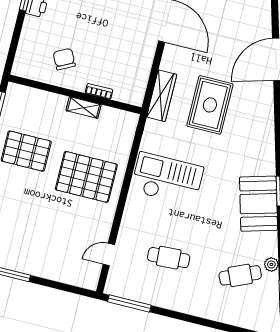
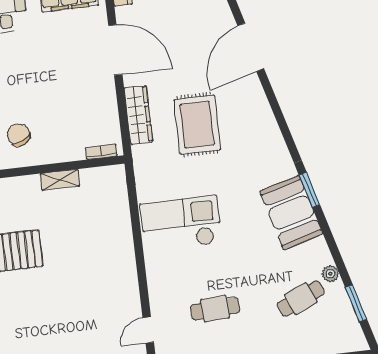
bookcase: (99, 91) -> (101, 152), moved
wardrobe: (162, 96) -> (138, 115), moved
pallet: (86, 177) -> (92, 254), removed

